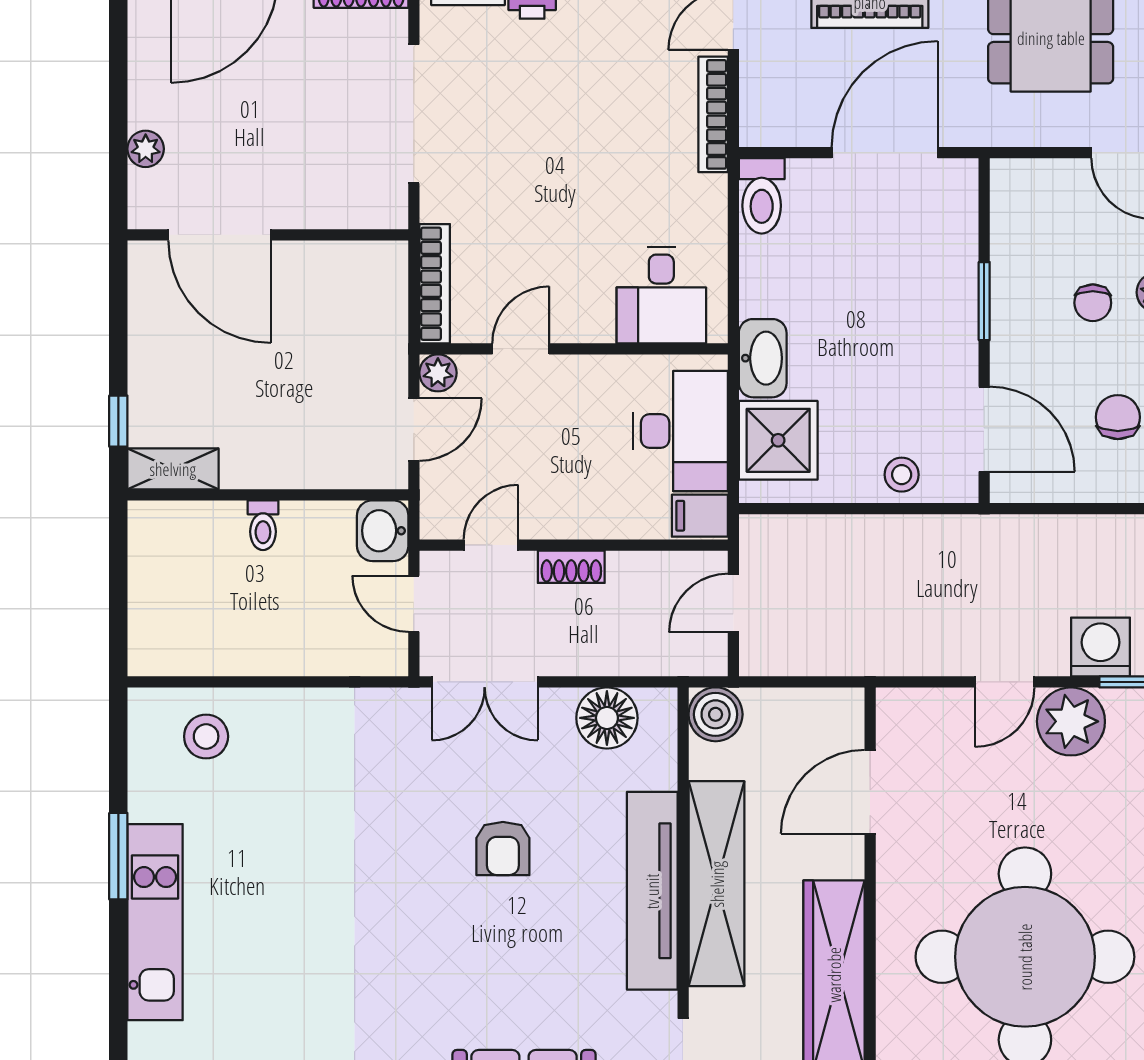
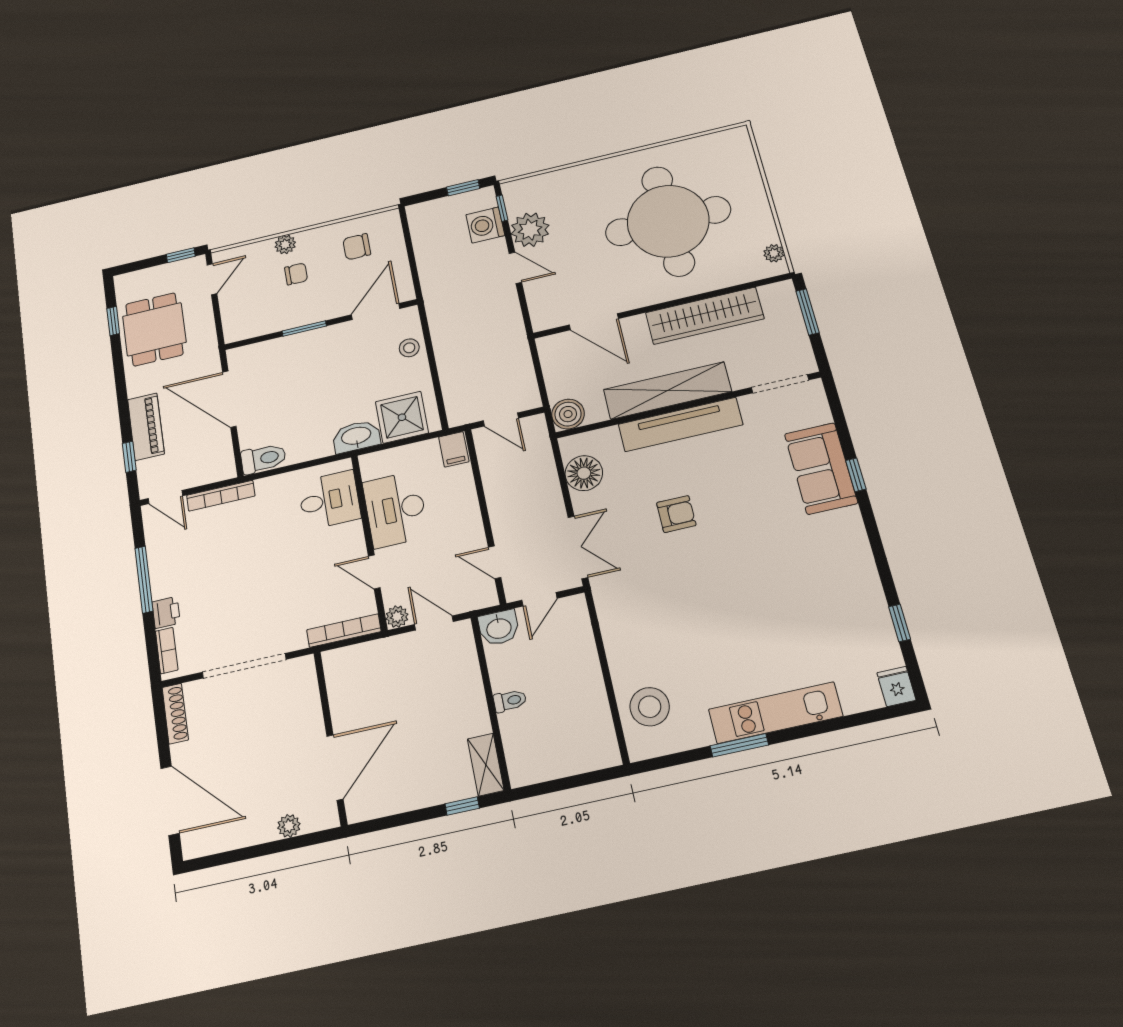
desk: (681, 431) -> (396, 509), moved, turned -90
shoe rack: (571, 567) -> (498, 514), removed
stool: (206, 736) -> (650, 707), width x1.38, depth x1.38

